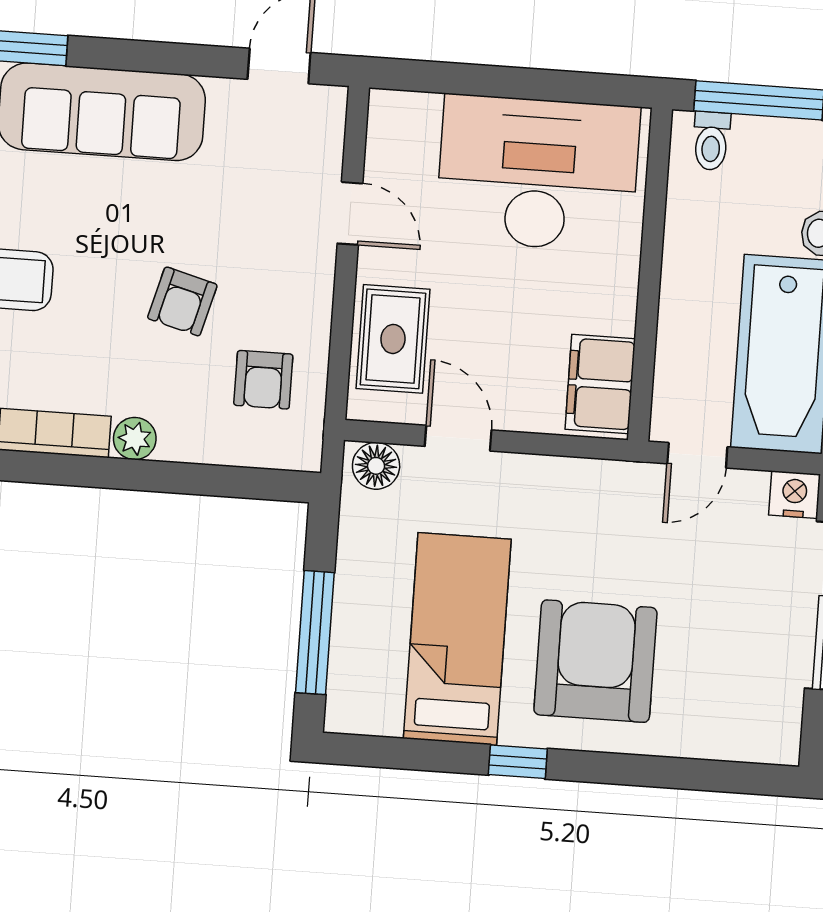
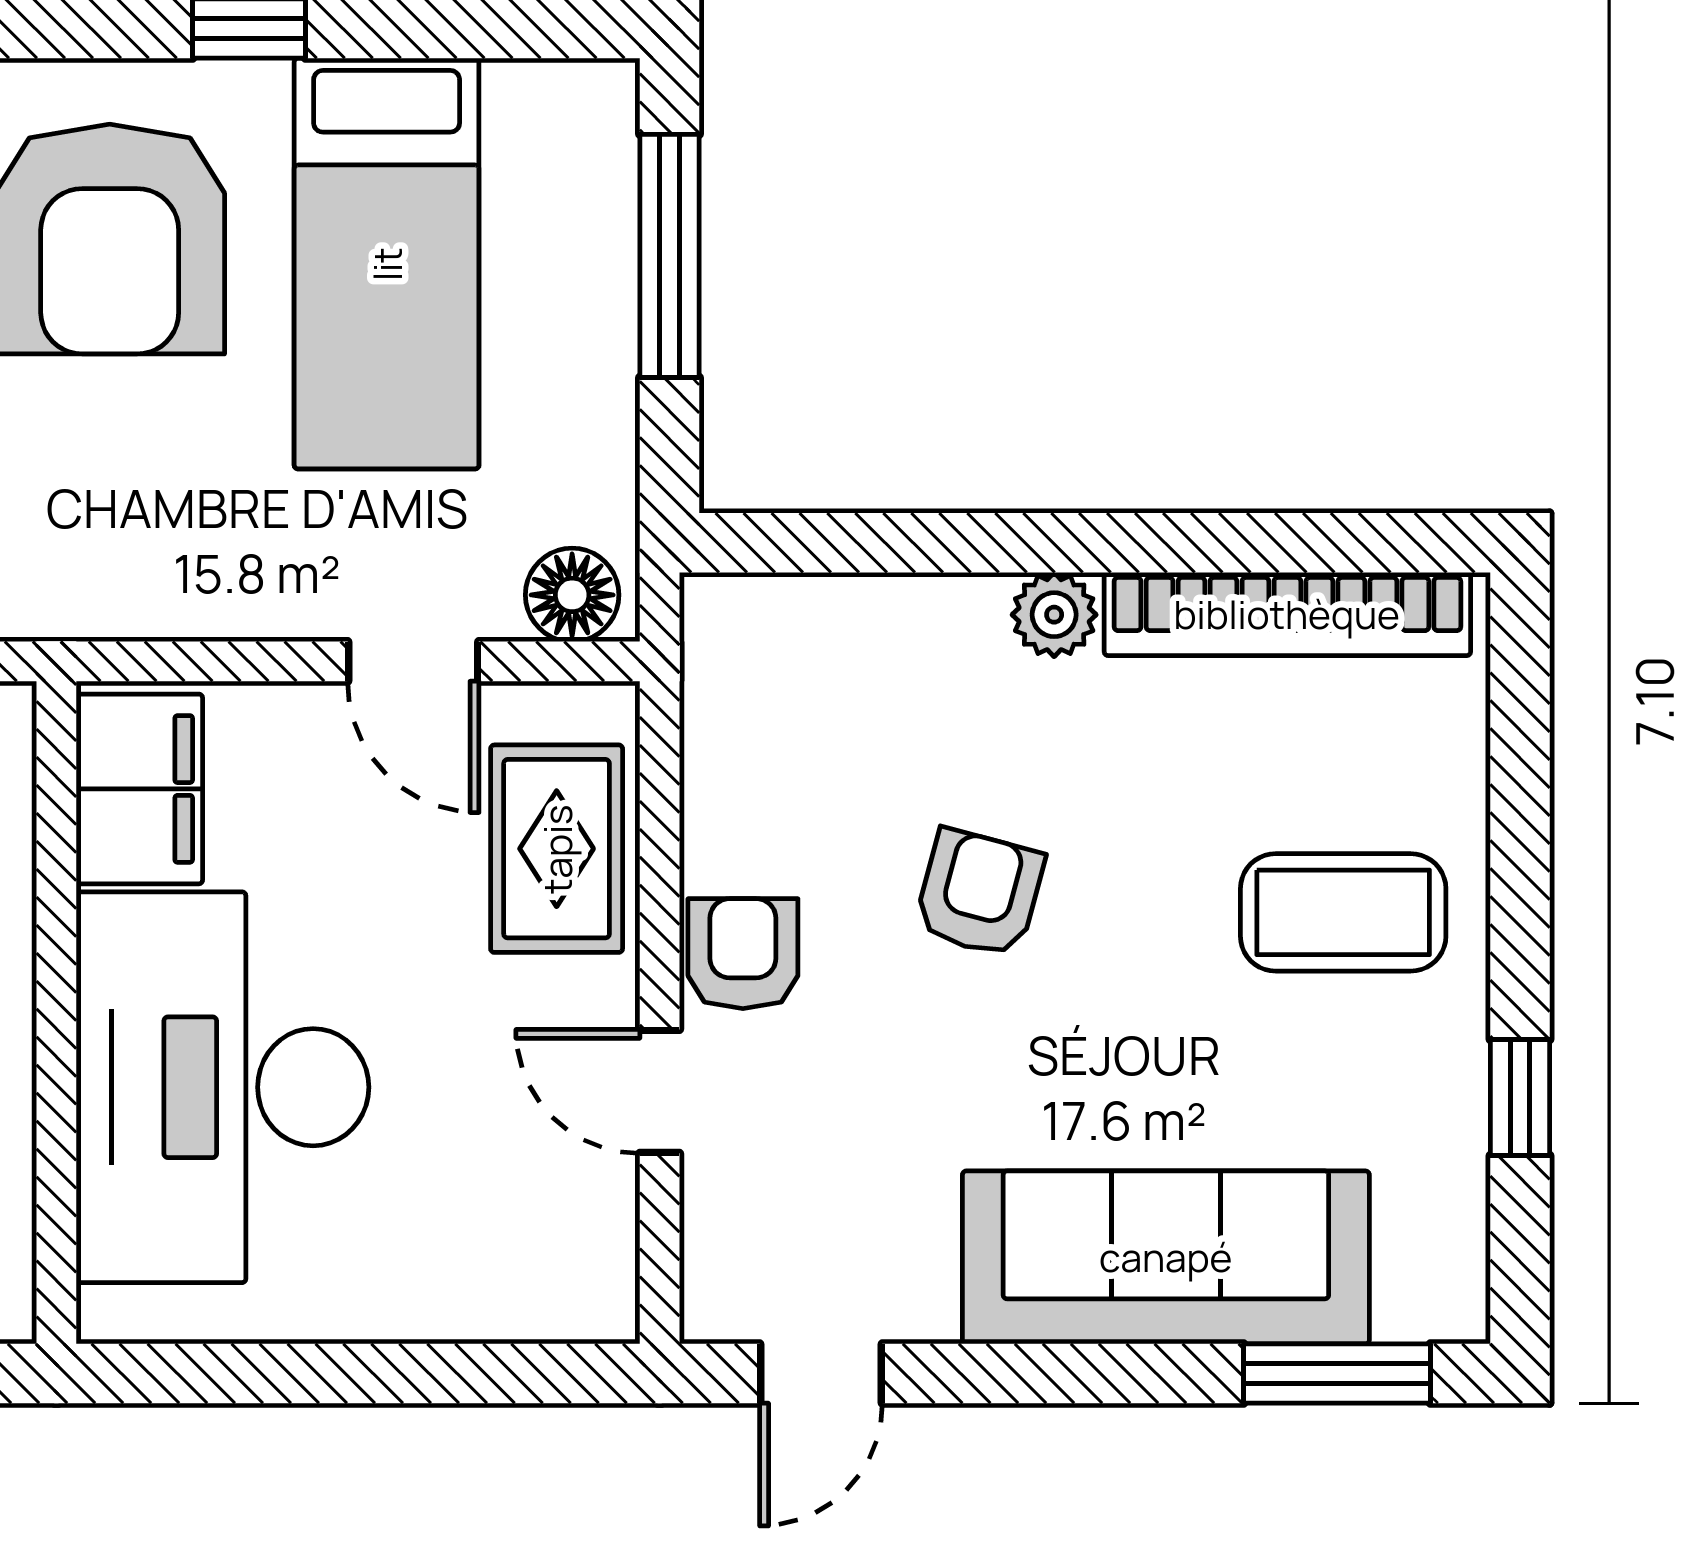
desk: (538, 173) -> (222, 1087), moved, turned 90
armchair: (263, 380) -> (743, 954), moved

